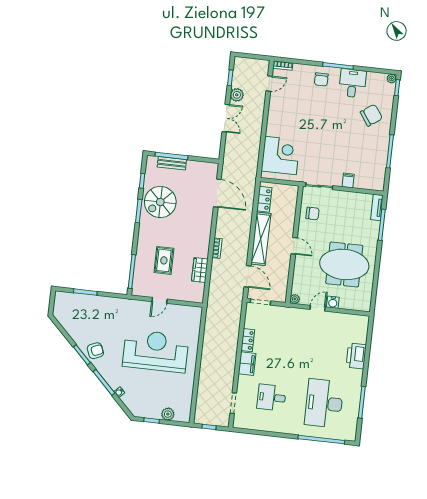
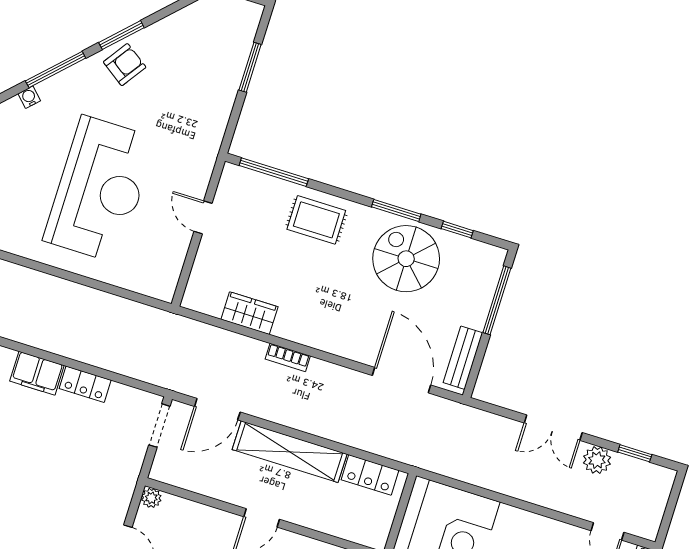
bench: (172, 163) -> (463, 358), moved
door: (217, 193) -> (402, 380), swing flipped
rug: (164, 260) -> (316, 220), moved
armchair: (95, 351) -> (125, 65), turned -123

